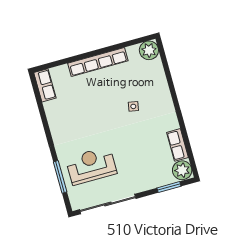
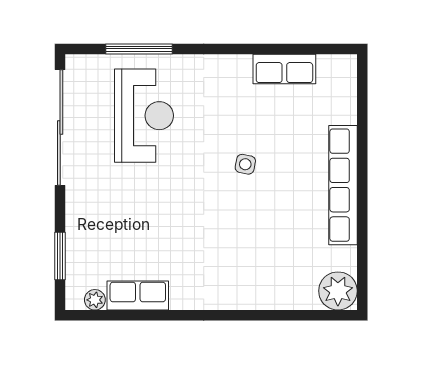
row of seats: (45, 85) -> (284, 69), moved
side table: (133, 106) -> (245, 164), moved
plant: (182, 170) -> (95, 300), width x0.53, depth x0.53

